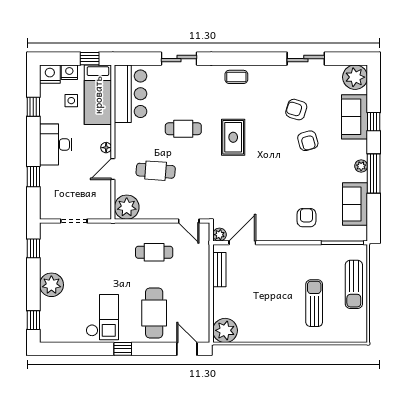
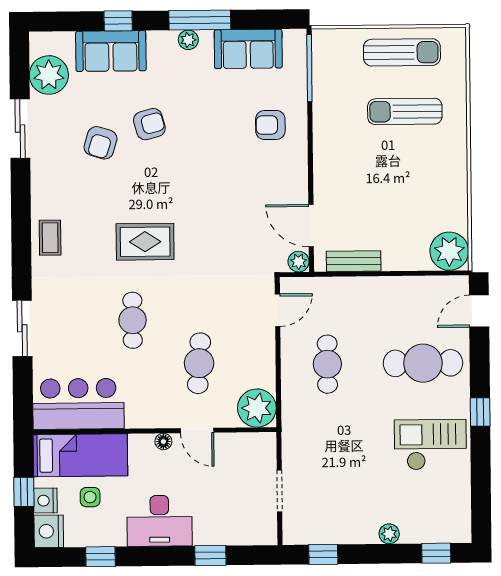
window: (90, 59) -> (24, 492), moved
plant: (355, 77) -> (49, 75), moved
sun lounger: (354, 284) -> (402, 52), moved
plant: (51, 285) -> (389, 534), width x0.53, depth x0.53

